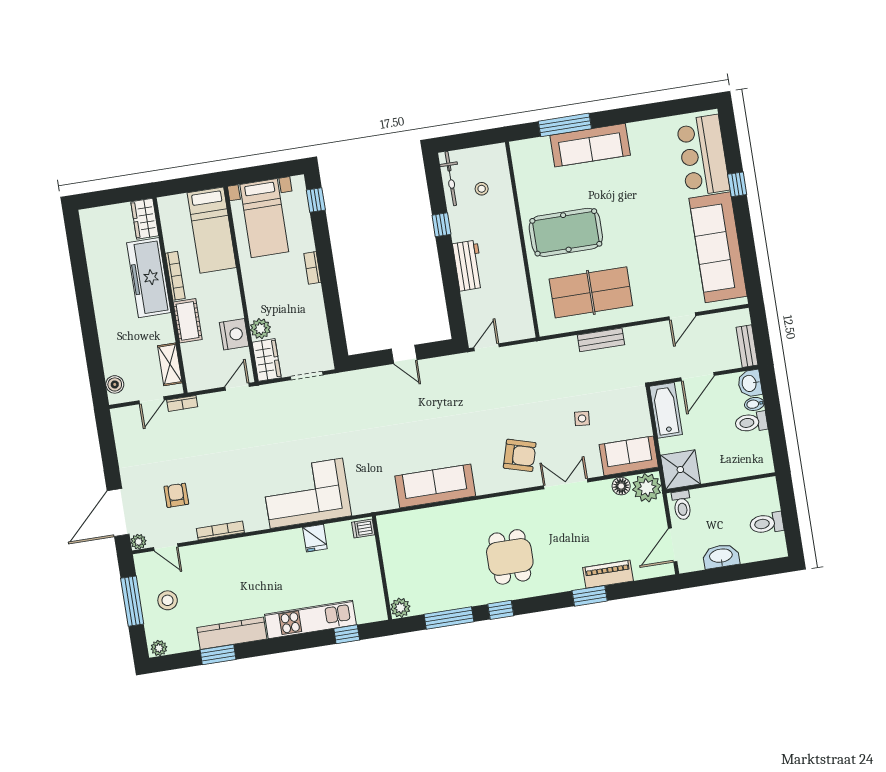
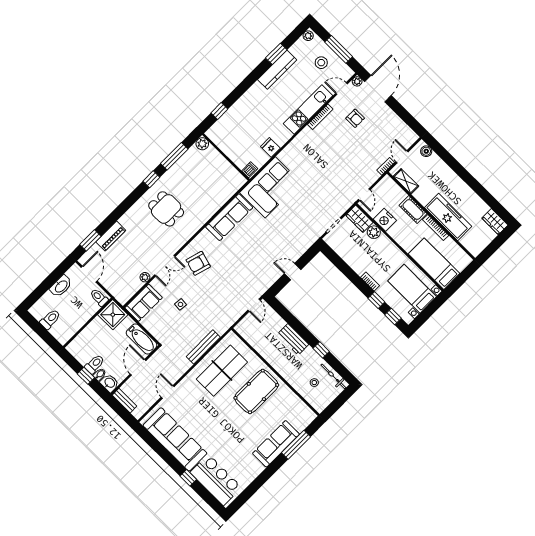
wardrobe: (145, 219) -> (495, 222), moved, turned 180
window: (322, 237) -> (376, 300), added
bench: (601, 340) -> (203, 347), width x1.36
window: (774, 415) -> (86, 376), added
floor lamp: (621, 486) -> (136, 285), removed
plant: (647, 488) -> (145, 277), moved, width x0.53, depth x0.53
corner sofa: (306, 493) -> (270, 187), moved
window: (590, 596) -> (90, 240), moved
kitchen unit: (310, 619) -> (308, 110), moved, turned 180

